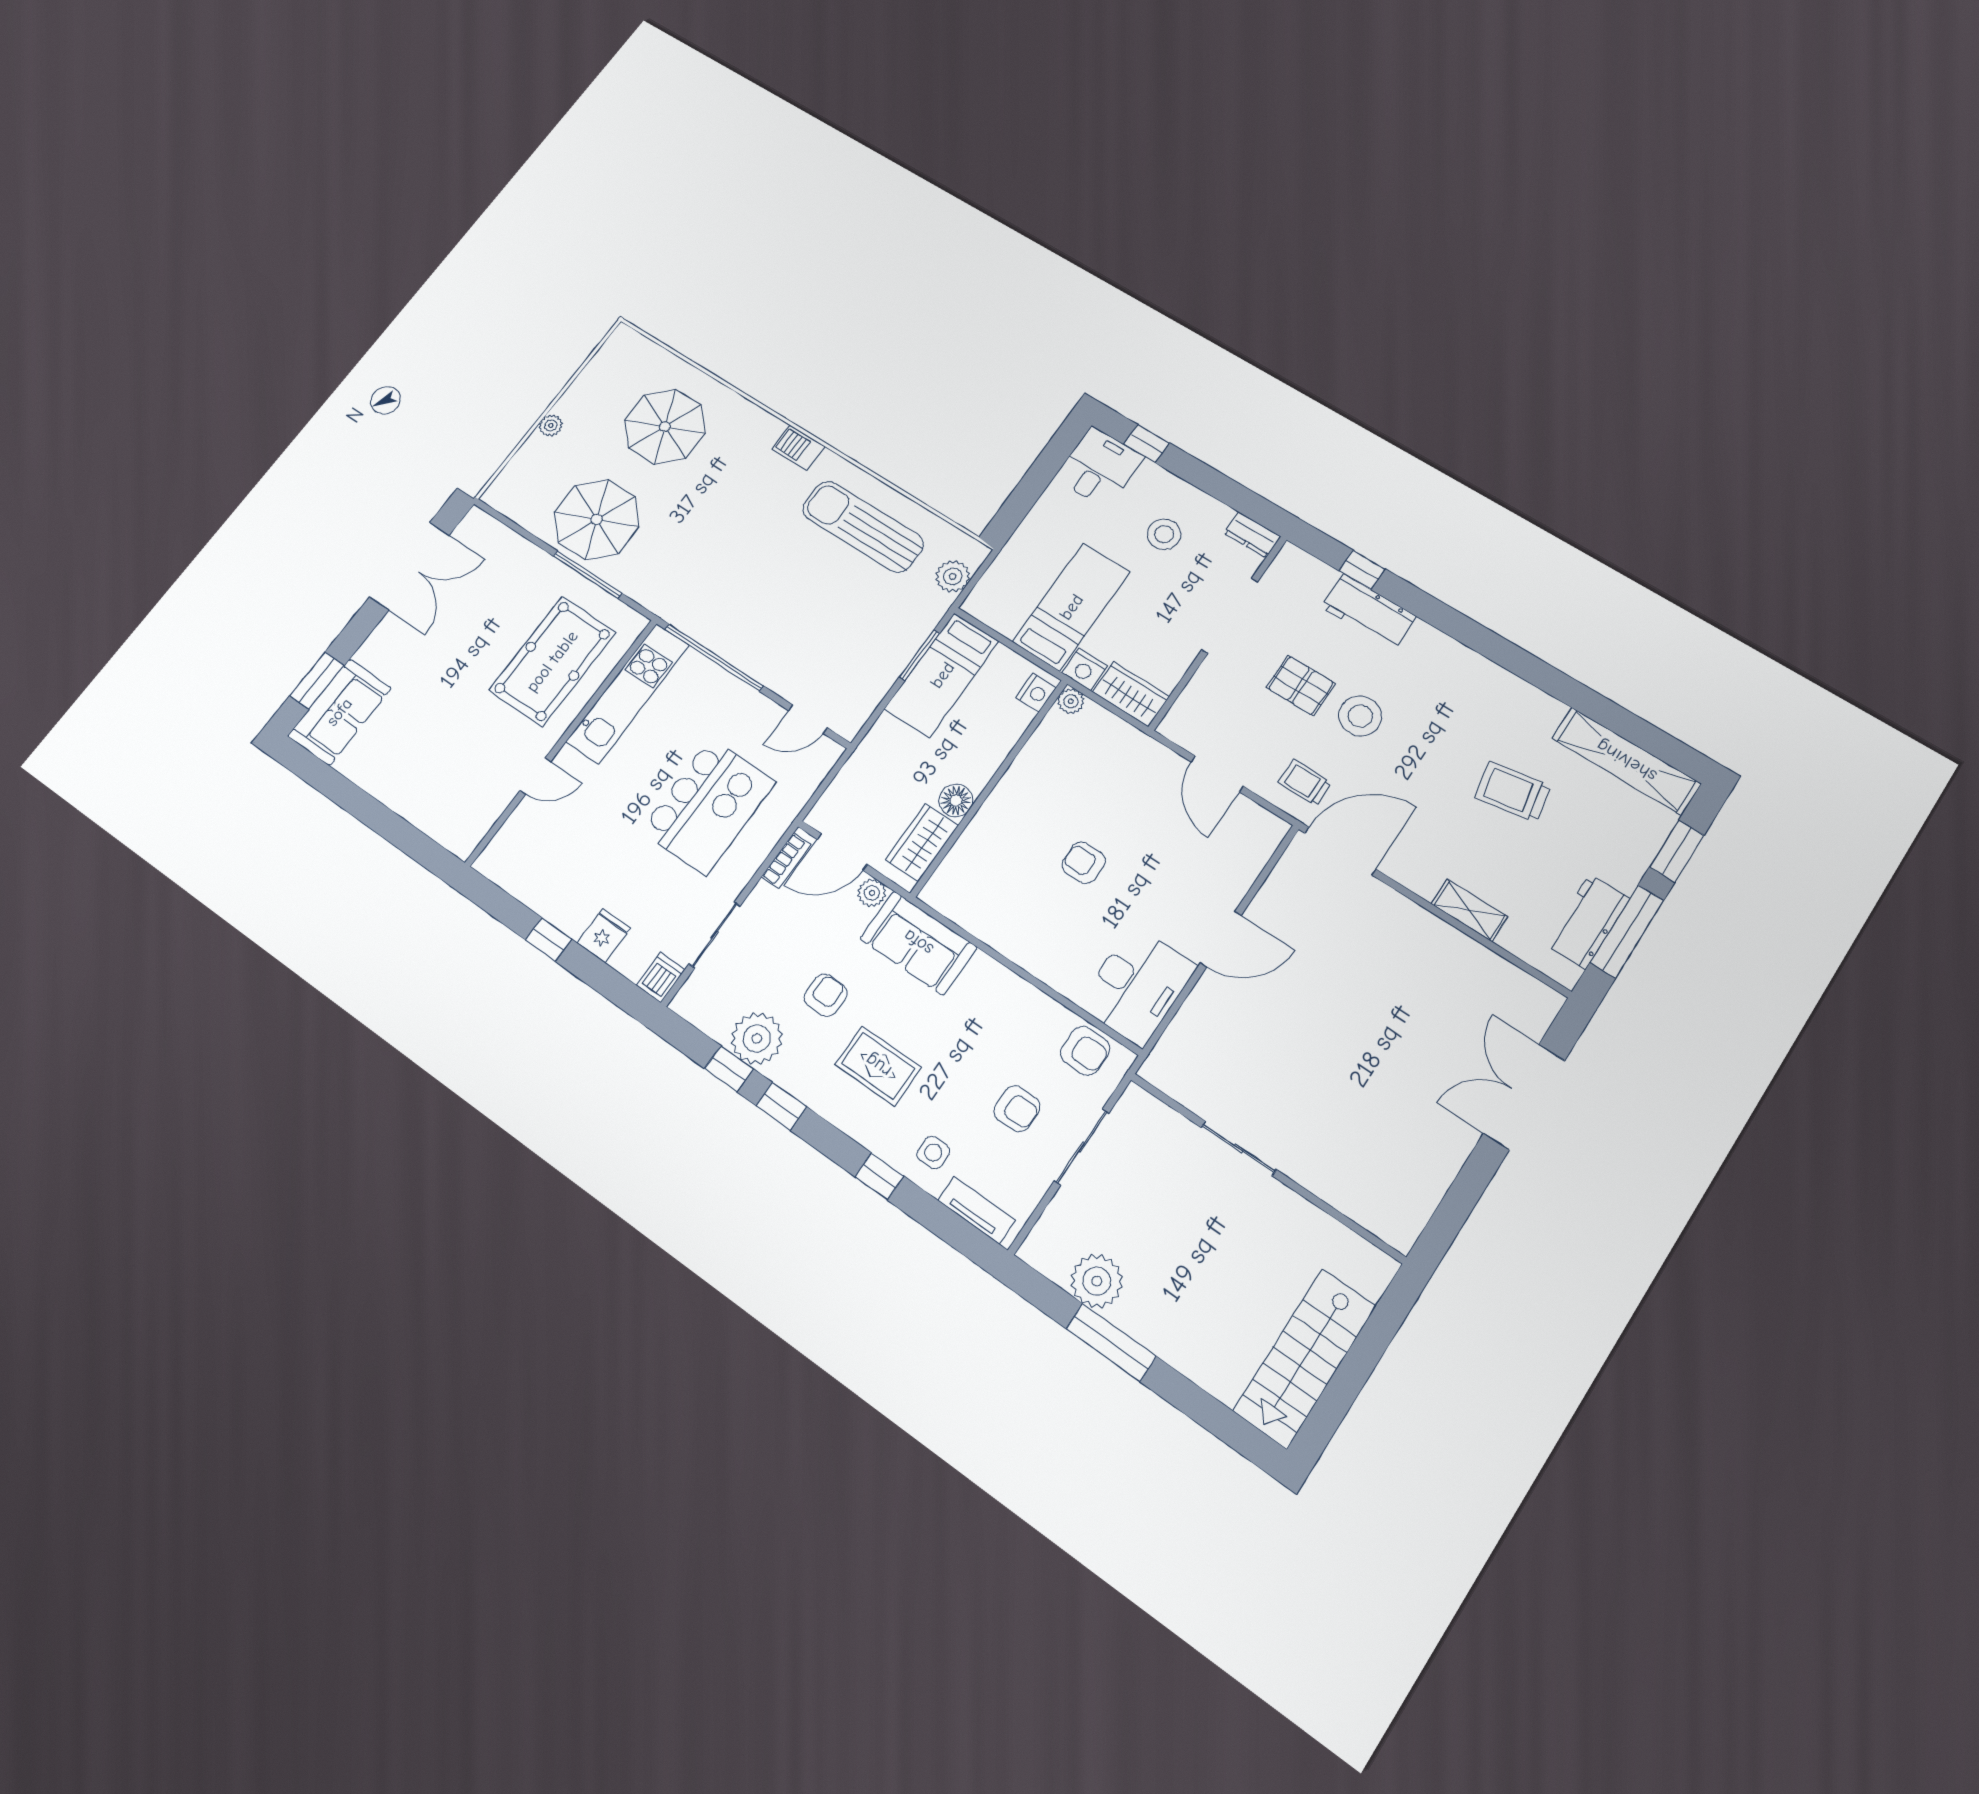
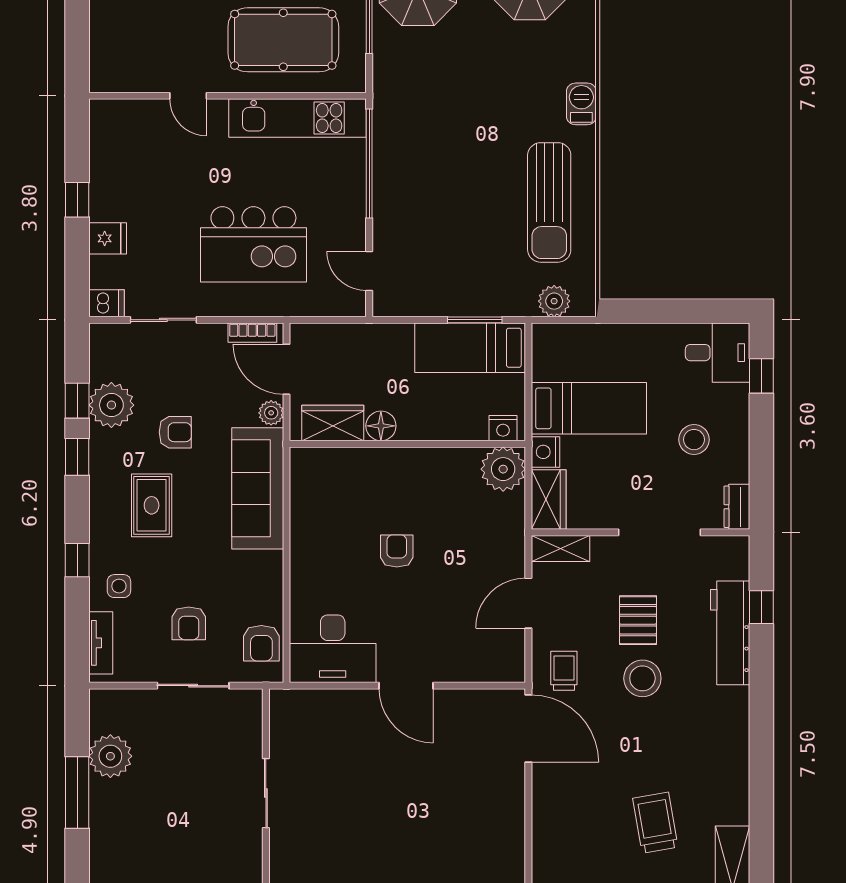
sun lounger: (863, 527) -> (549, 202), turned 180
workbench: (1368, 612) -> (730, 633), width x1.37
plant: (1071, 701) -> (503, 469), width x1.87, depth x1.87
shelving: (1469, 910) -> (561, 548), moved, turned 90
sofa: (918, 943) -> (258, 488), width x1.36

